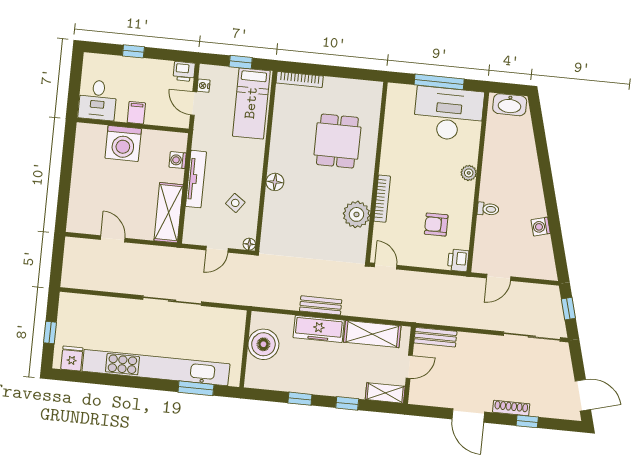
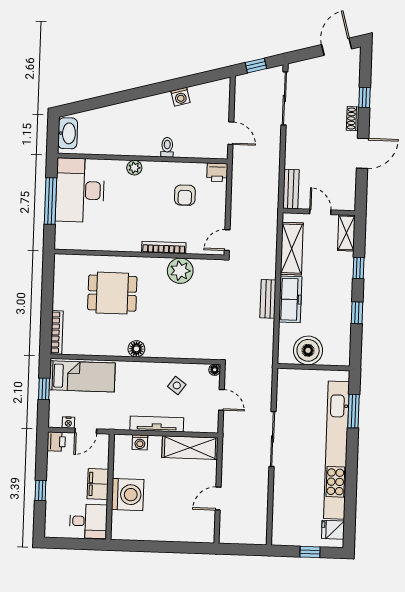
filing cabinet: (136, 113) -> (98, 484), width x2.00
floor lamp: (275, 182) -> (136, 349), moved
shoe rack: (511, 408) -> (353, 119), width x0.70

